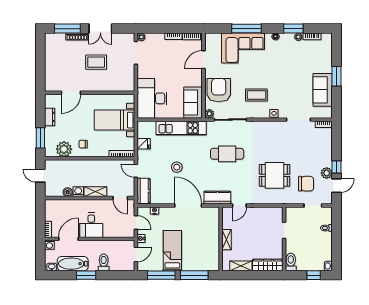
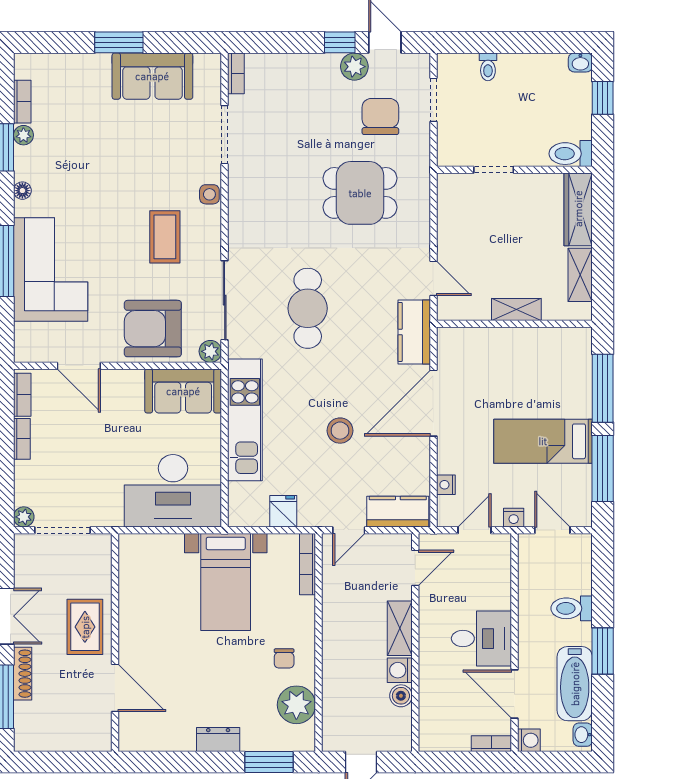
door: (71, 93) -> (115, 688), moved
wall: (90, 93) -> (115, 642), moved
dining table: (275, 175) -> (360, 193), turned 90

